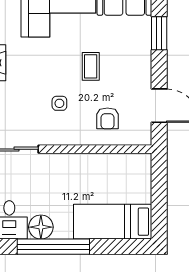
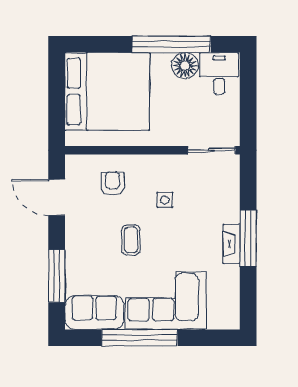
window: (159, 33) -> (57, 276), width x1.44
bed: (113, 222) -> (107, 91), width x2.04

